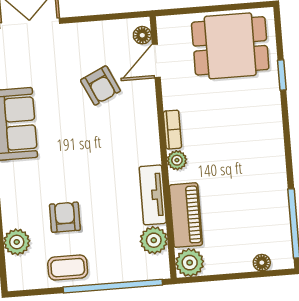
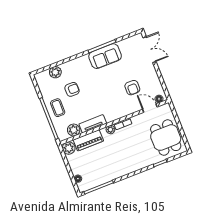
armchair: (100, 85) -> (132, 88), turned -65
coffee table: (68, 268) -> (58, 108), moved

